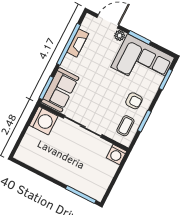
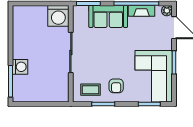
plant: (120, 35) -> (167, 11), moved
sofa: (60, 90) -> (108, 16), moved
washing machine: (116, 154) -> (20, 67), moved, turned 180

